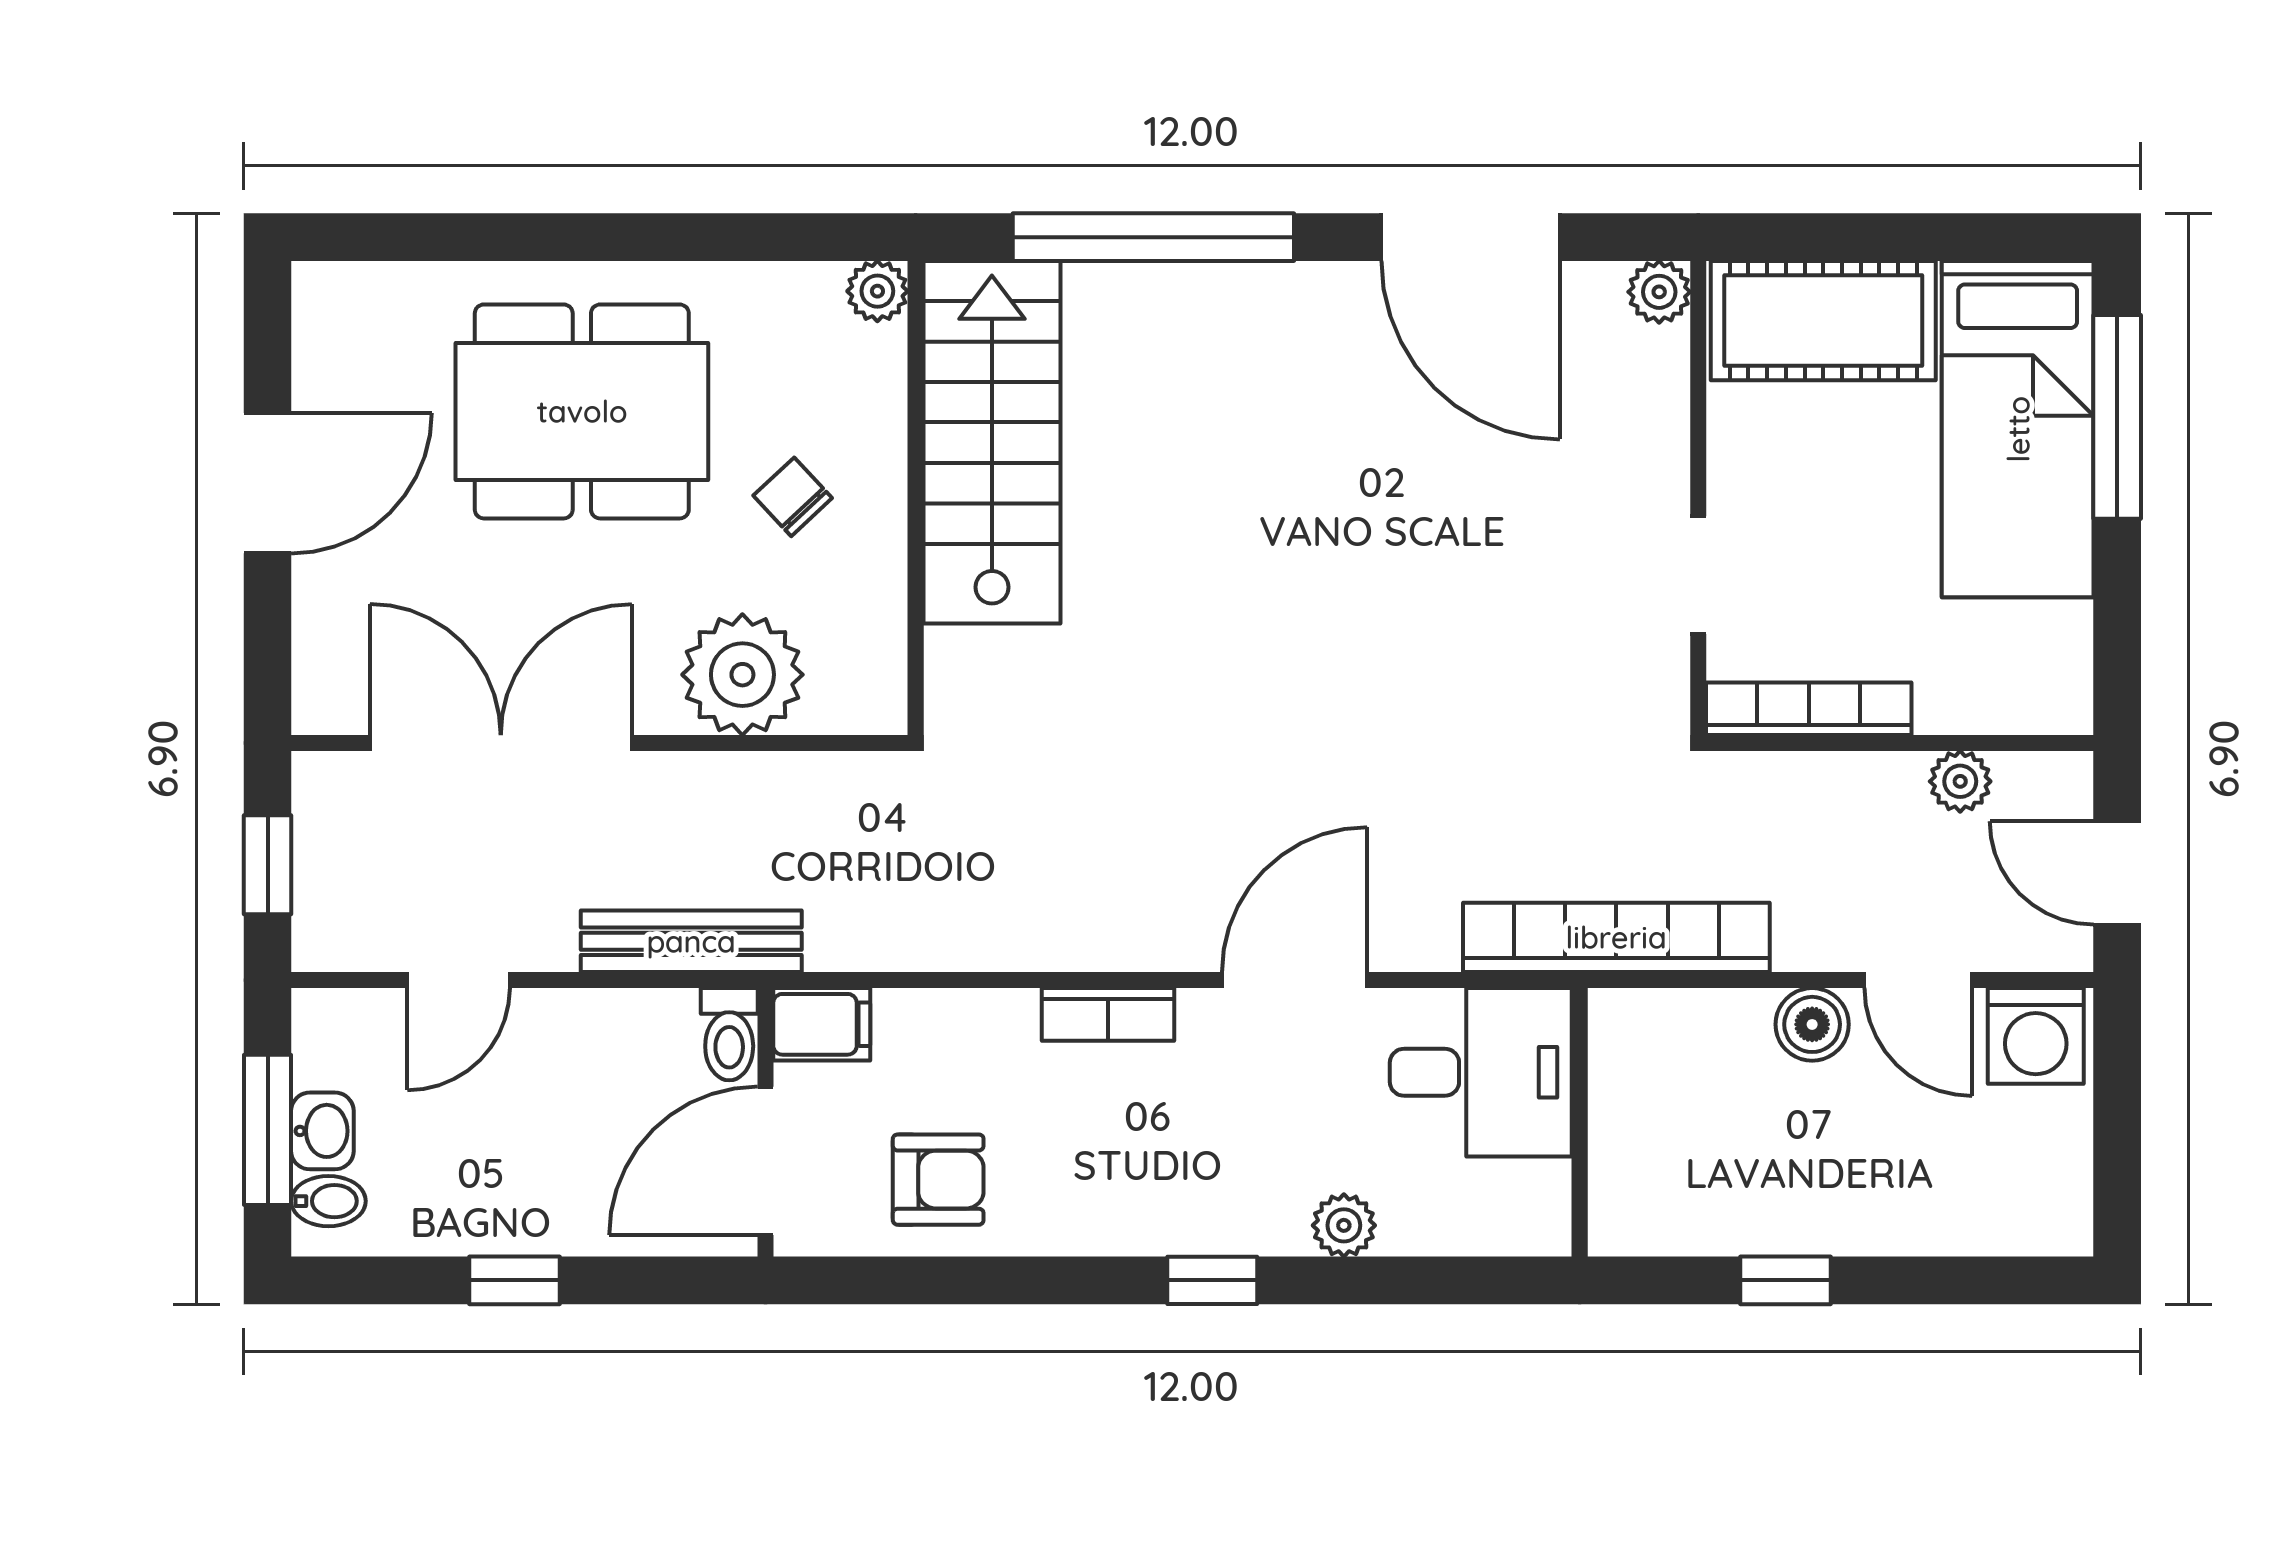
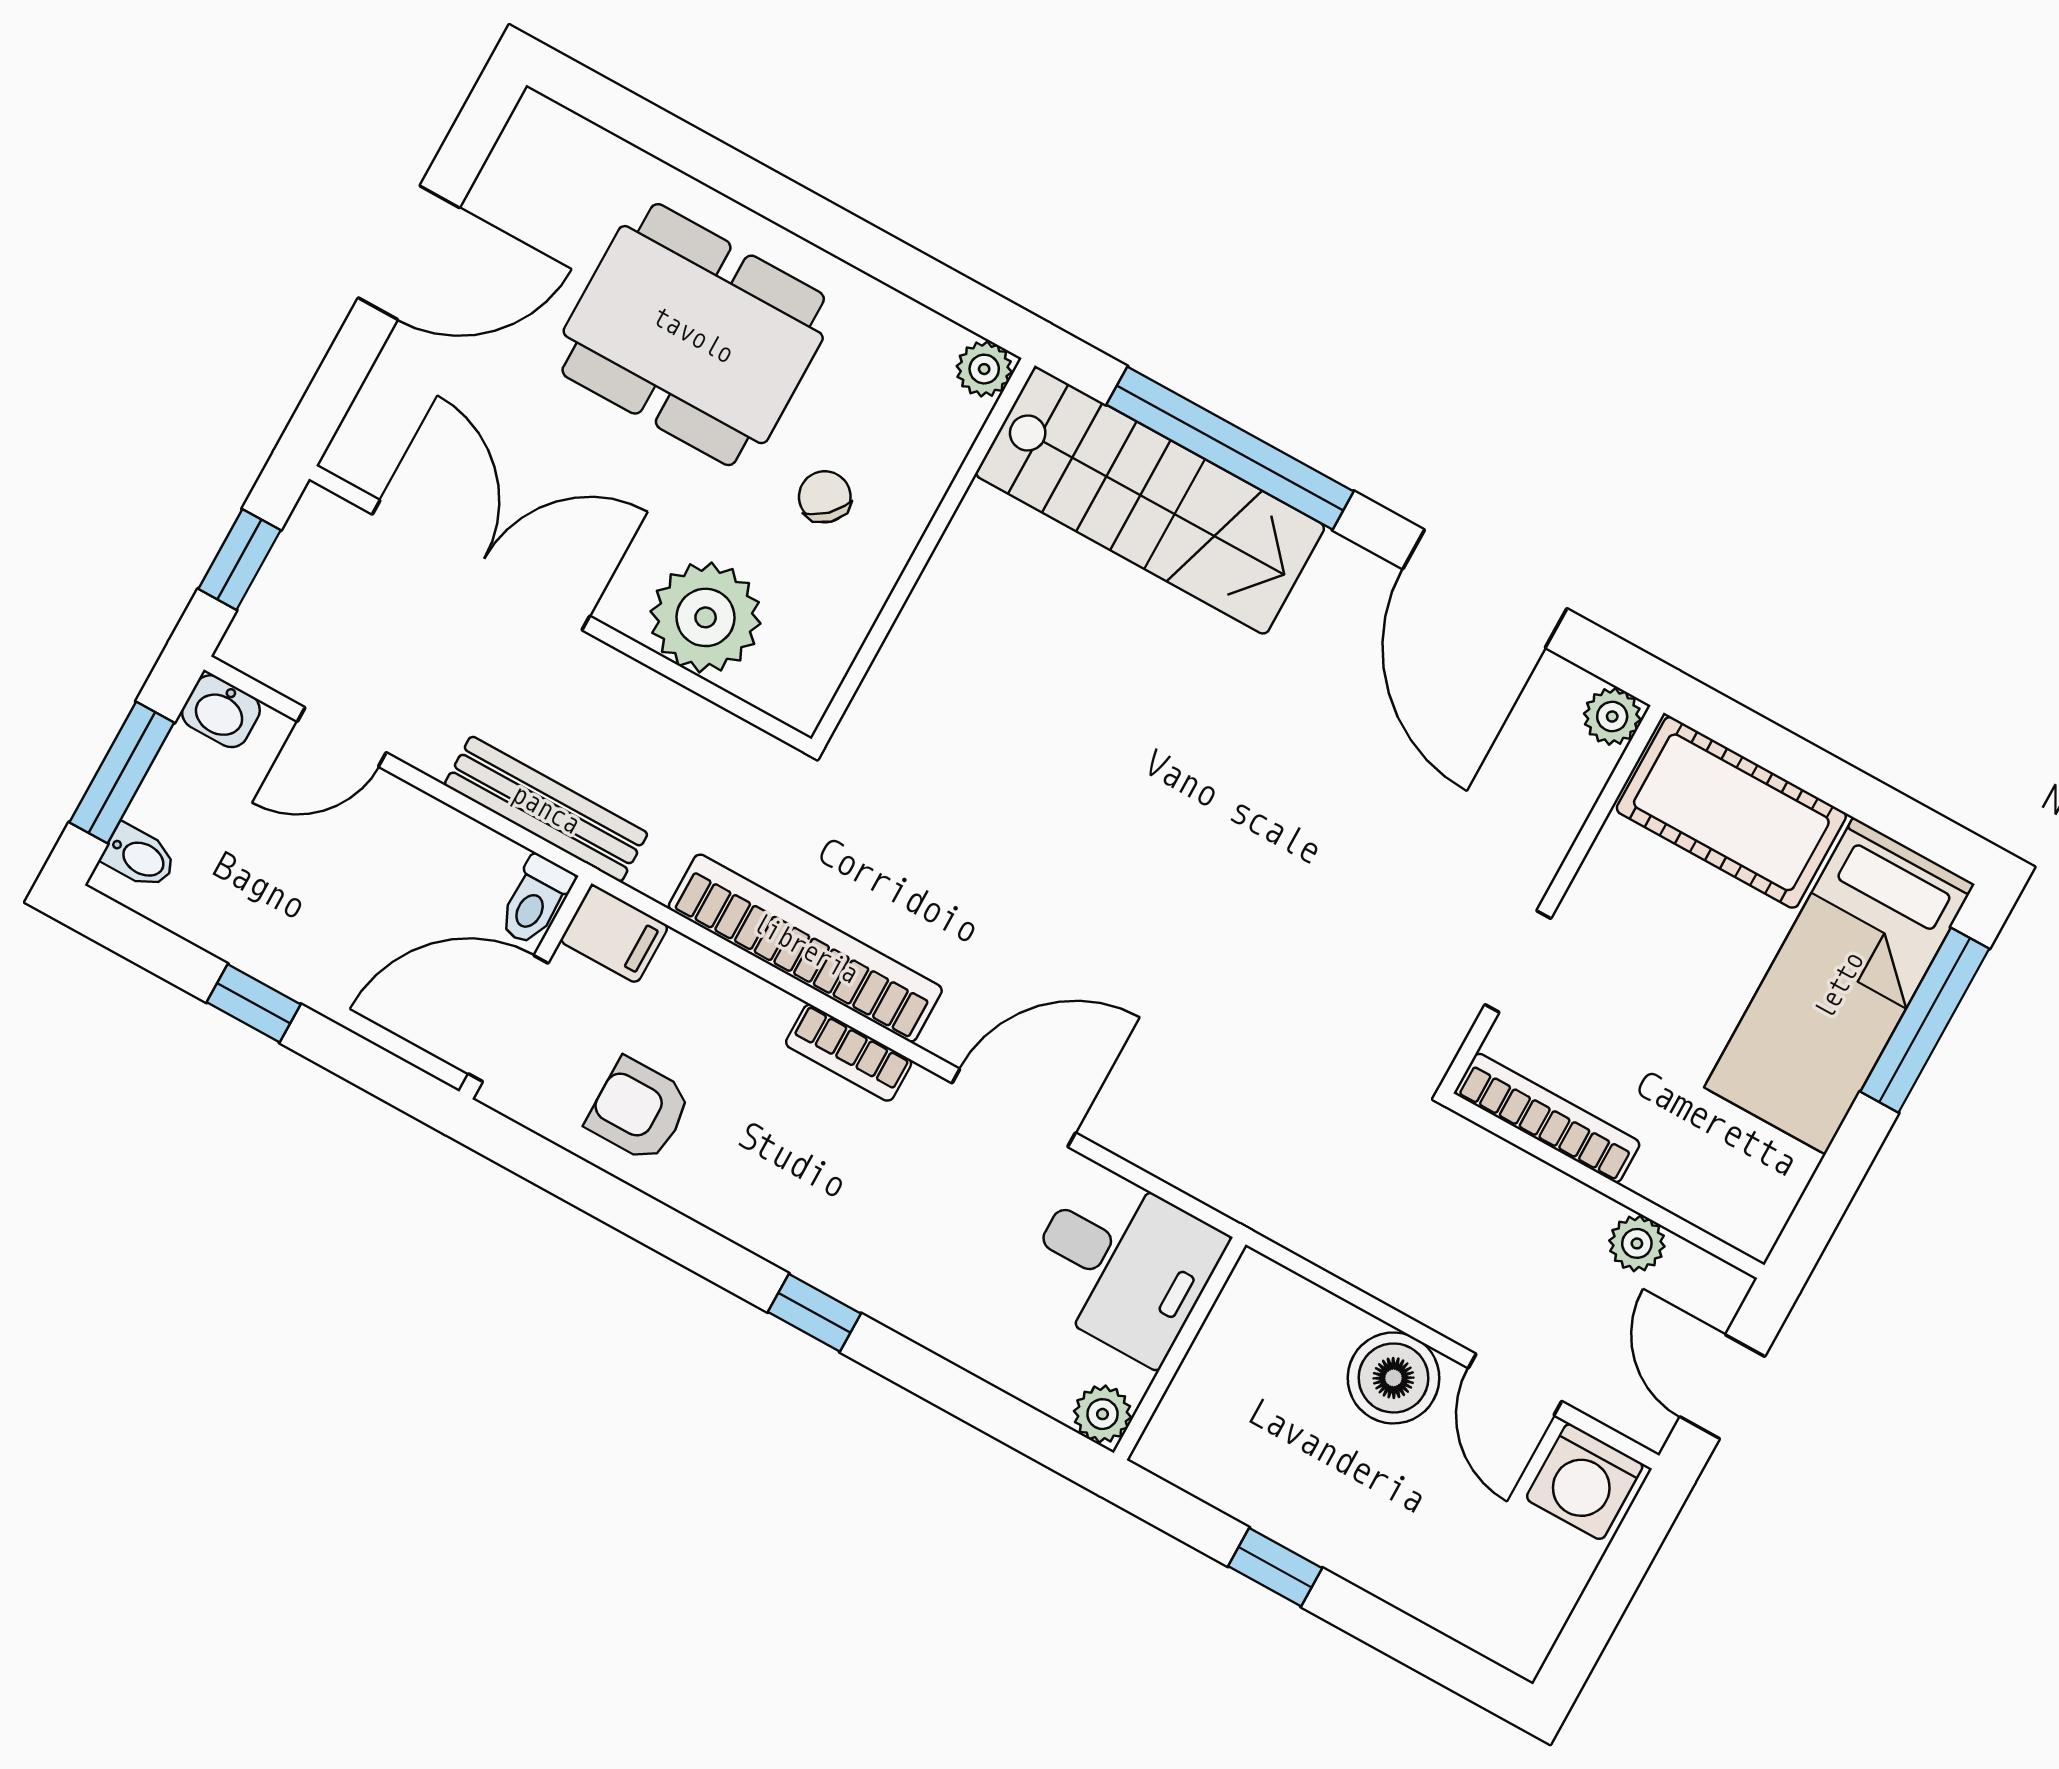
stairs: (992, 442) -> (1150, 501), moved, turned 90
bookcase: (1616, 937) -> (805, 948), moved
boiler: (1812, 1024) -> (1393, 1378), width x1.36, depth x1.36
washbasin: (322, 1131) -> (221, 711), moved, turned 90
armchair: (938, 1180) -> (639, 1110), turned 180
plant: (1344, 1225) -> (1102, 1414), moved

